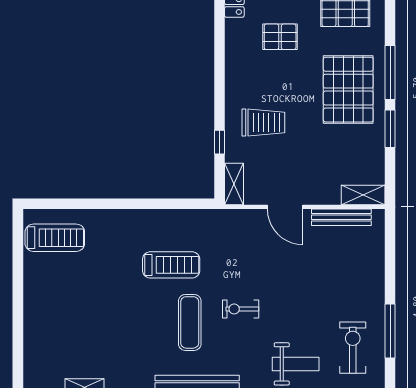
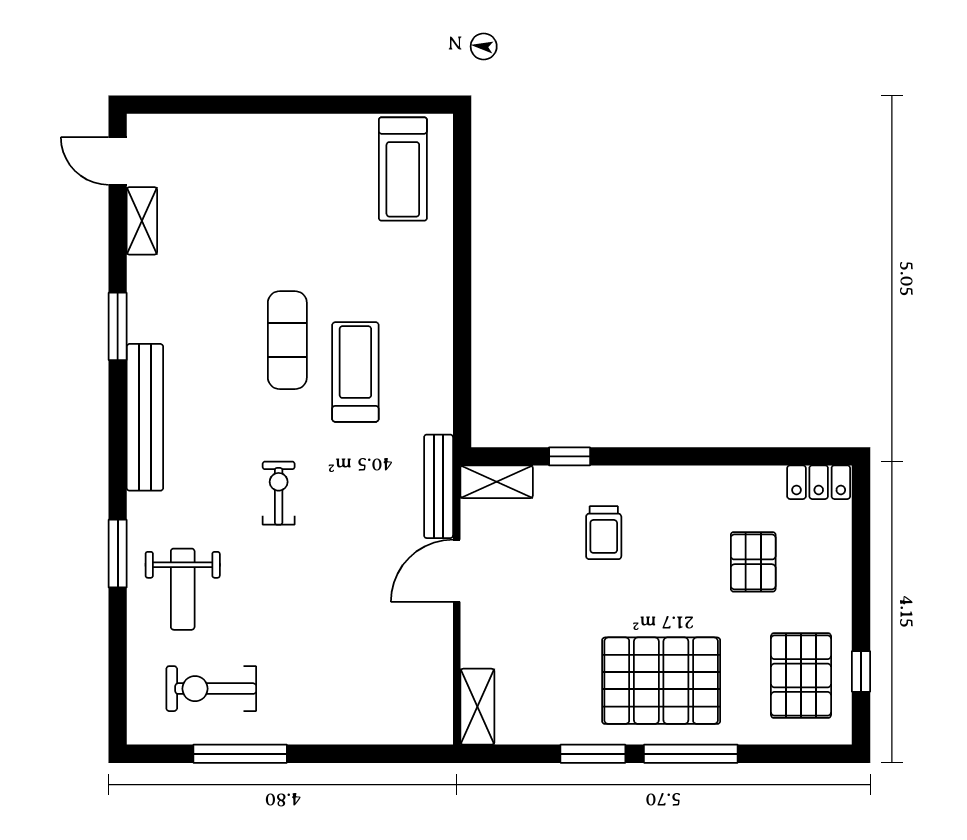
trolley: (263, 123) -> (604, 533), width x0.73, depth x0.72
bench: (341, 217) -> (439, 486), moved
treadmill: (171, 265) -> (355, 372), turned 180
exercise mat: (190, 322) -> (287, 340), moved, turned 90
exercise bike: (353, 348) -> (211, 689), turned 180

